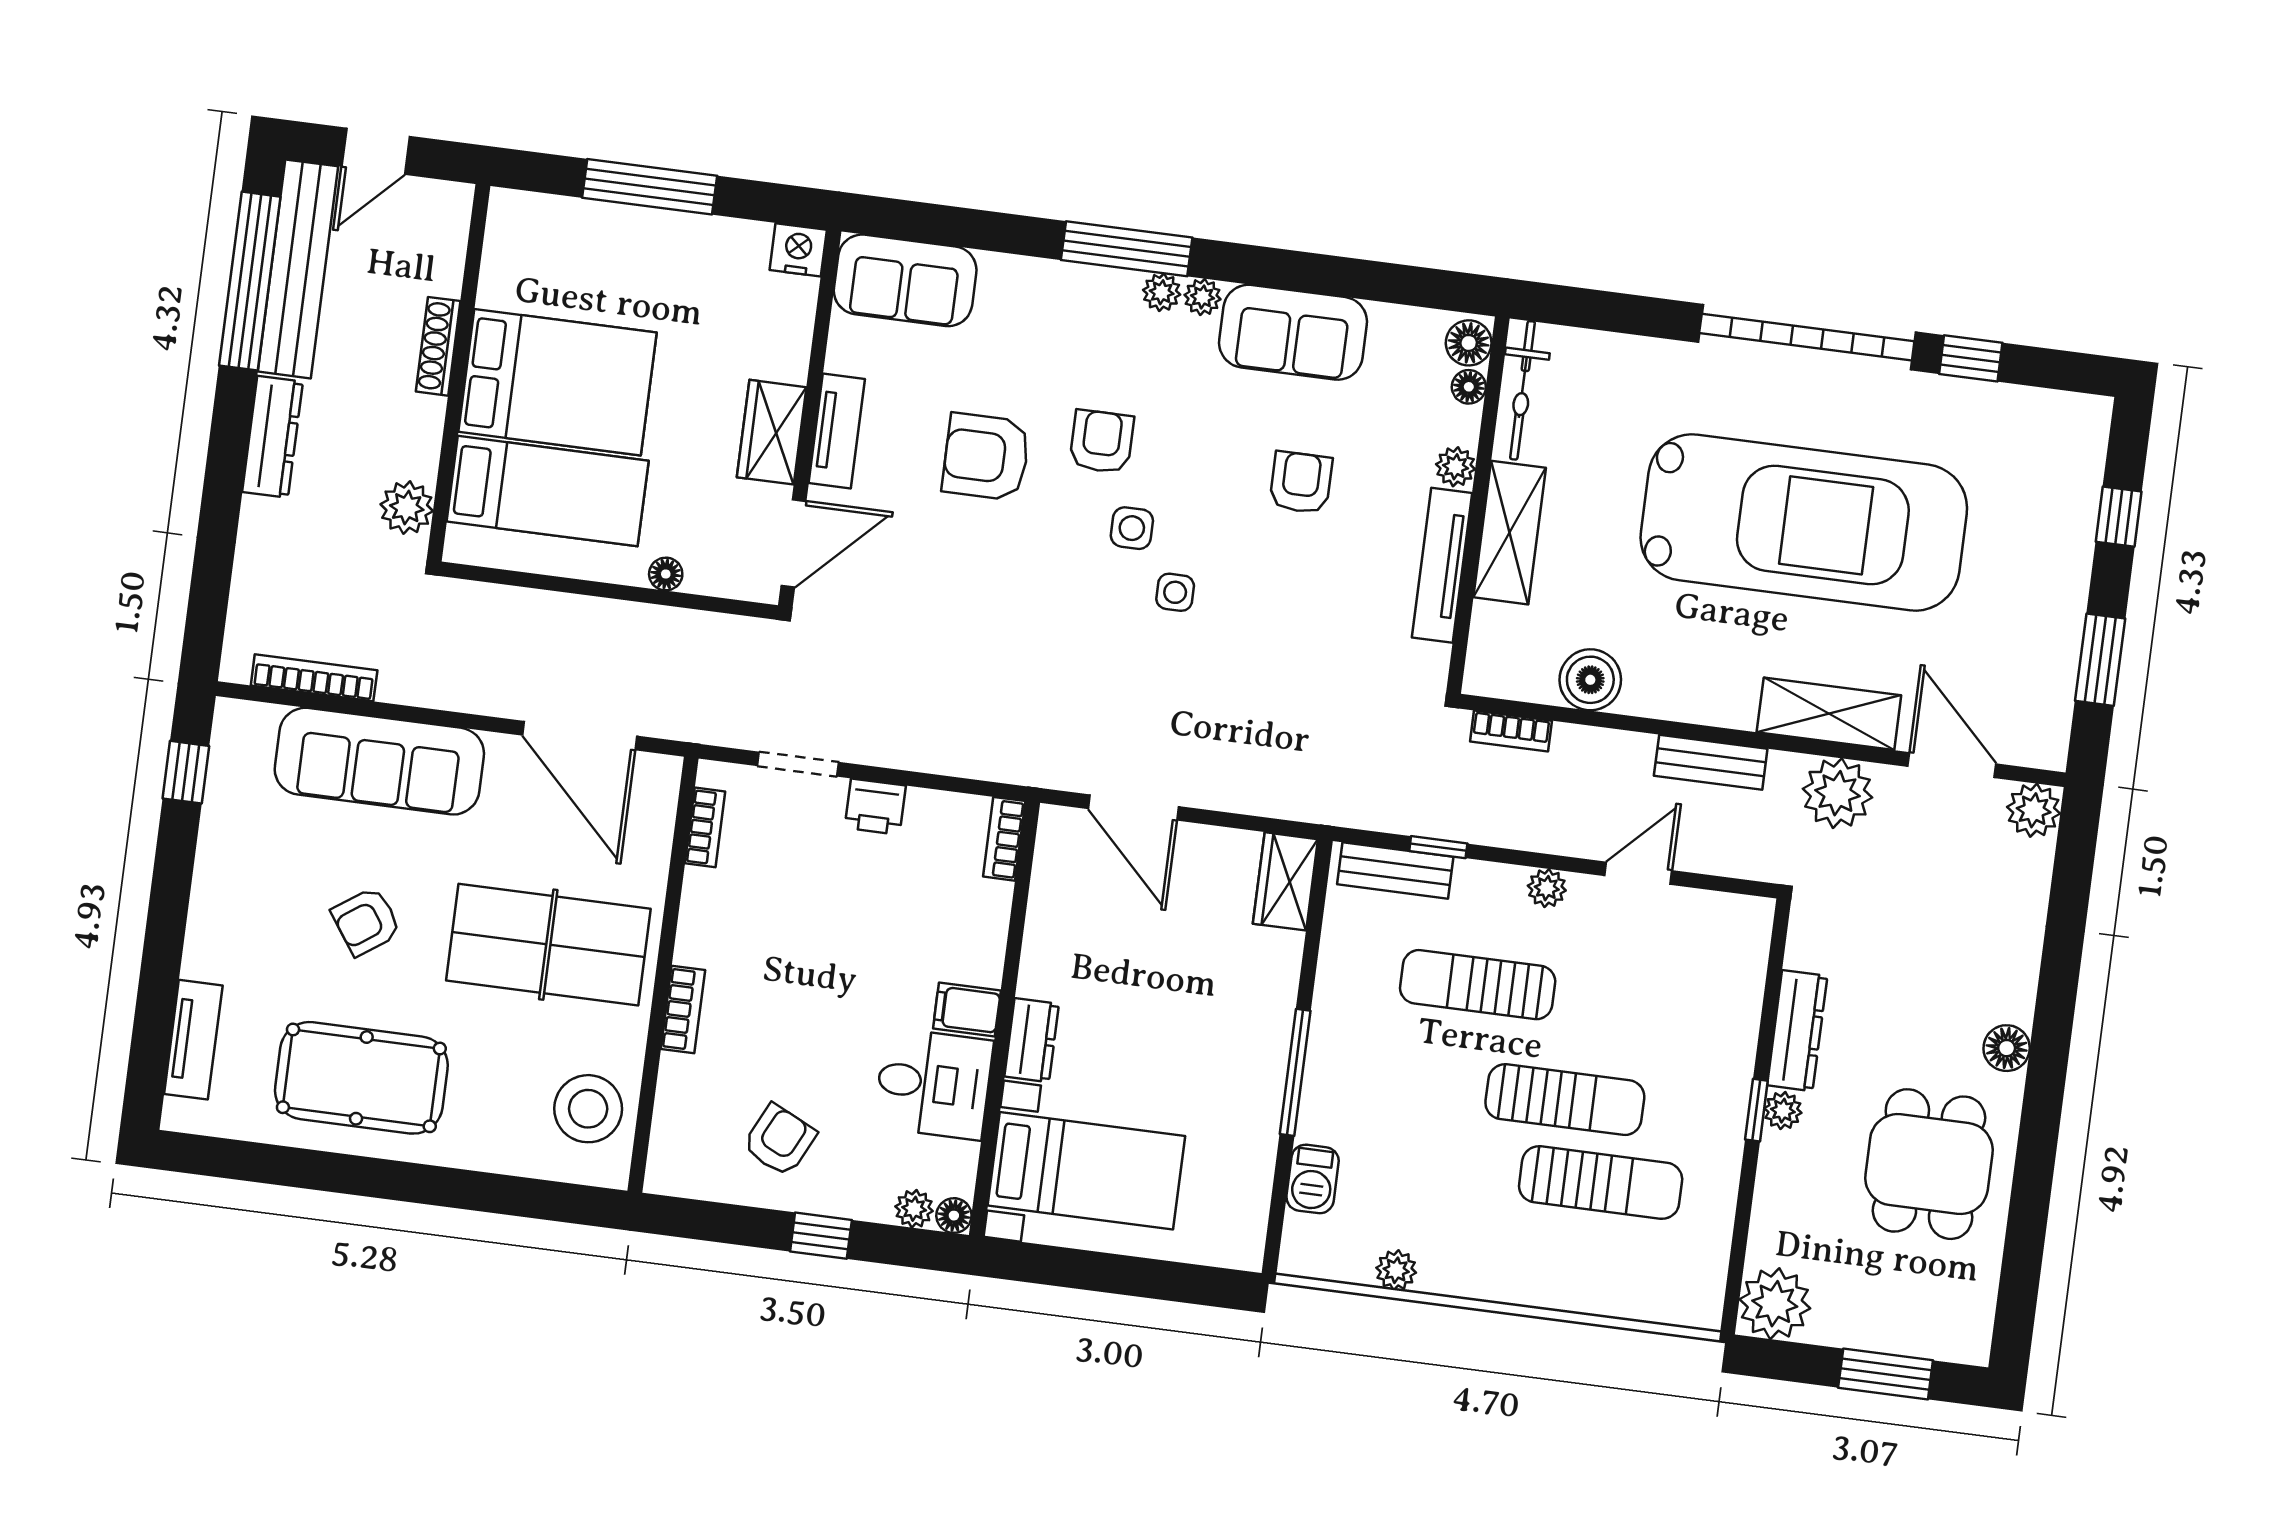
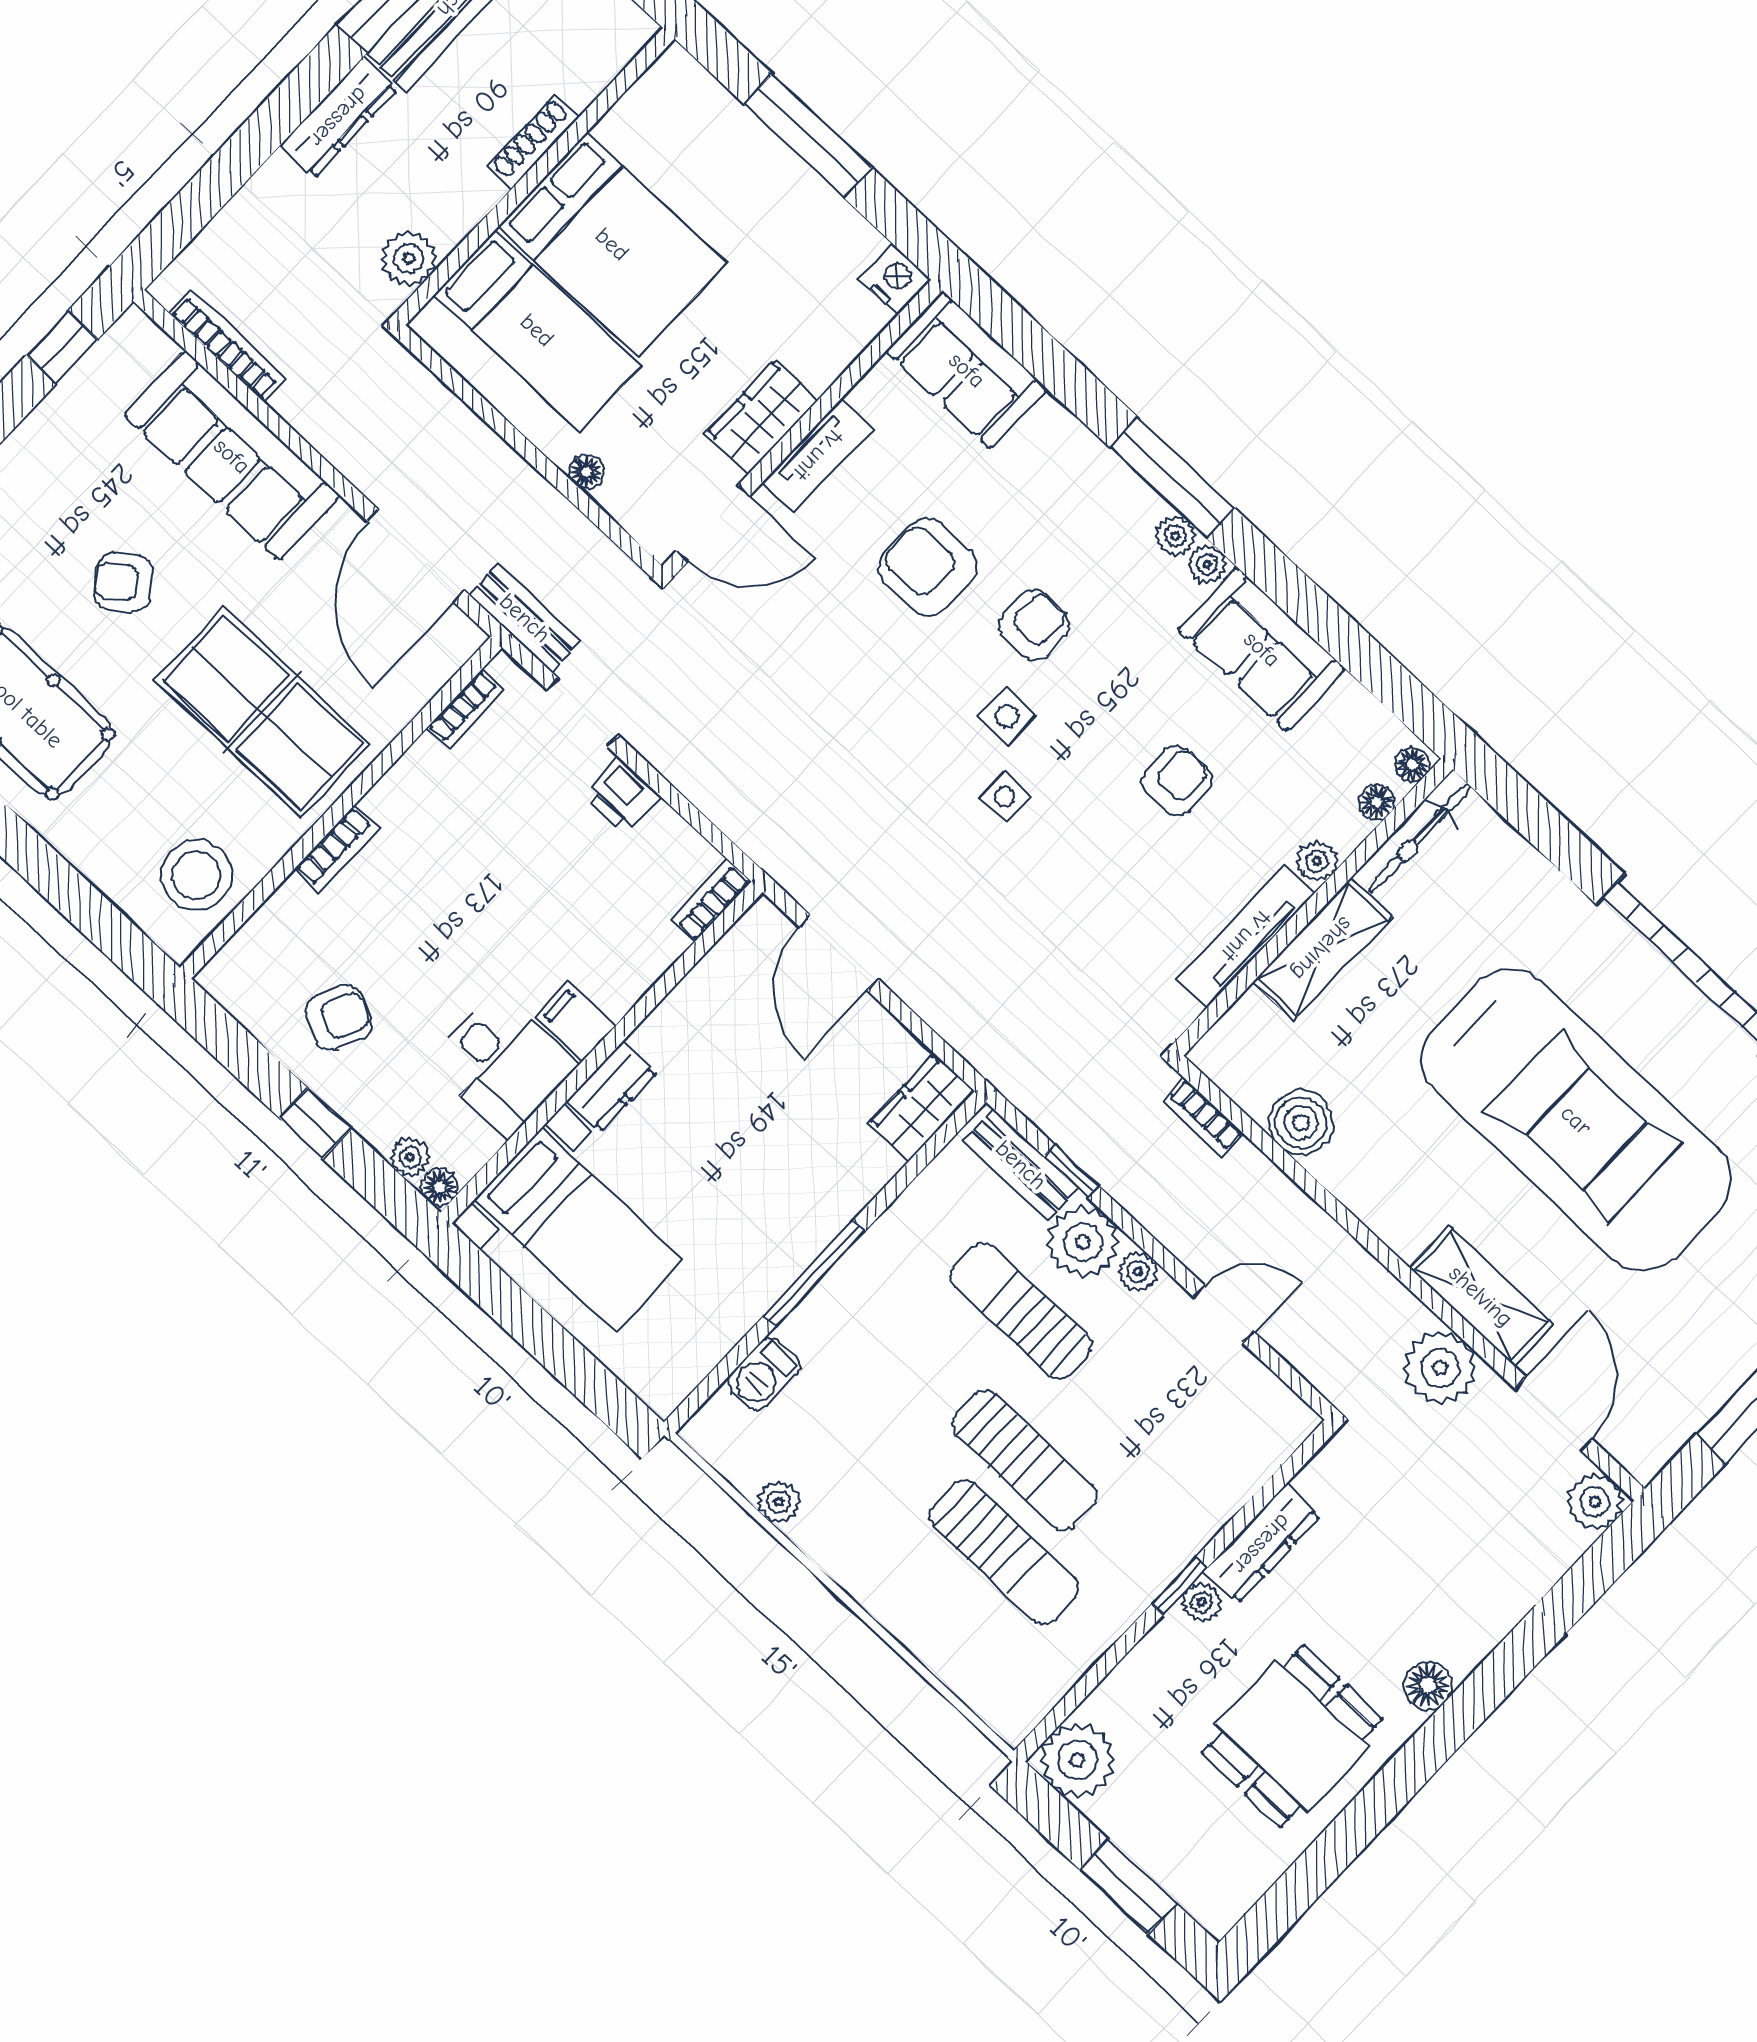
floor lamp: (1469, 343) -> (1412, 765), width x0.73, depth x0.73
bench: (1711, 762) -> (525, 618), moved
plant: (1487, 896) -> (1083, 1242), added

